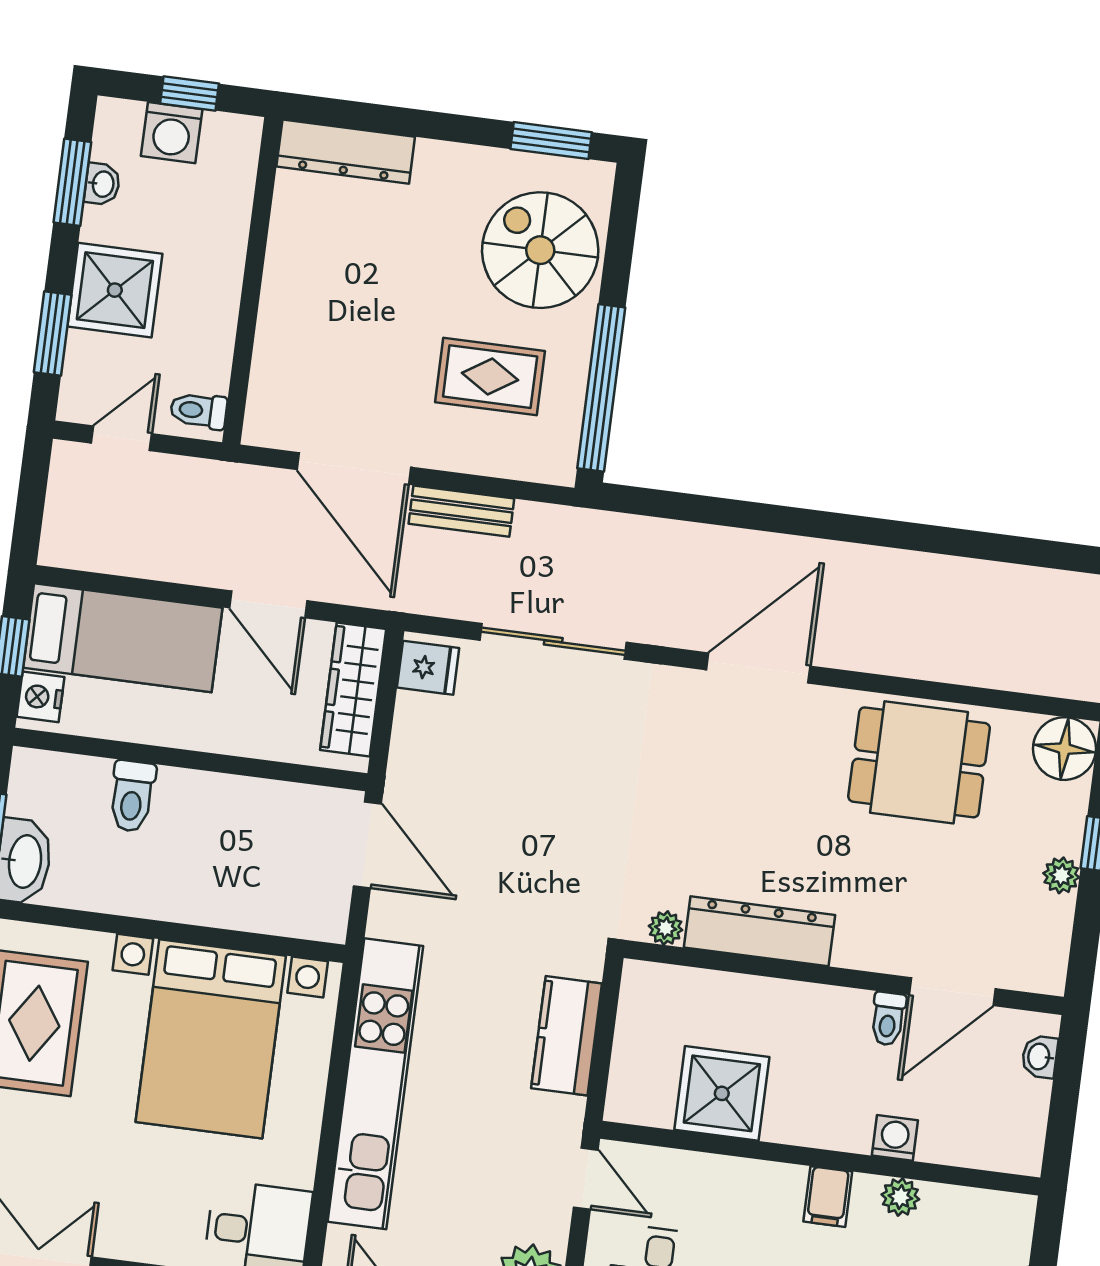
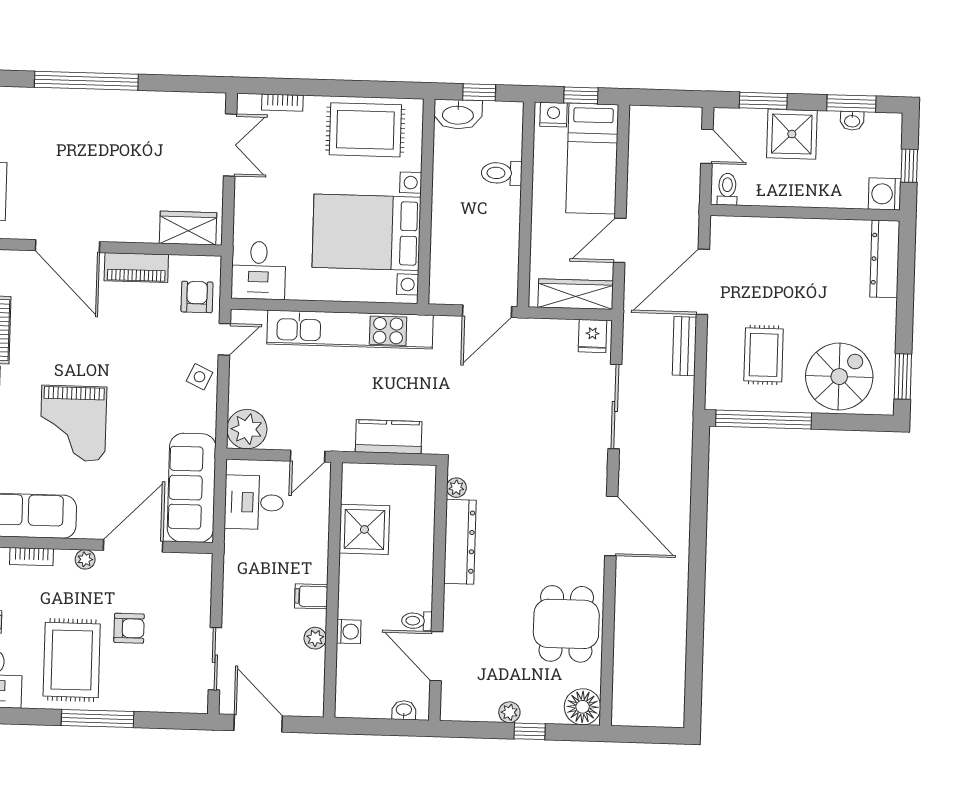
washing machine: (172, 133) -> (885, 194), moved

